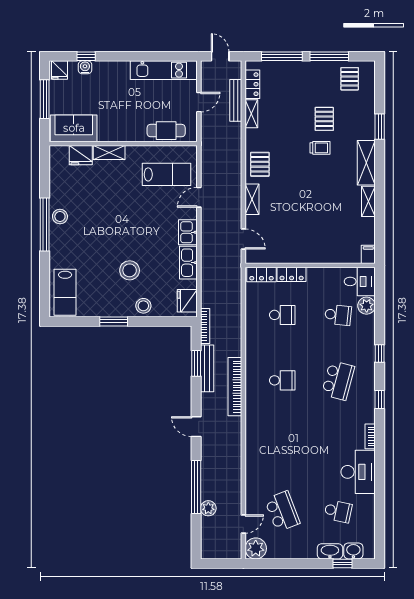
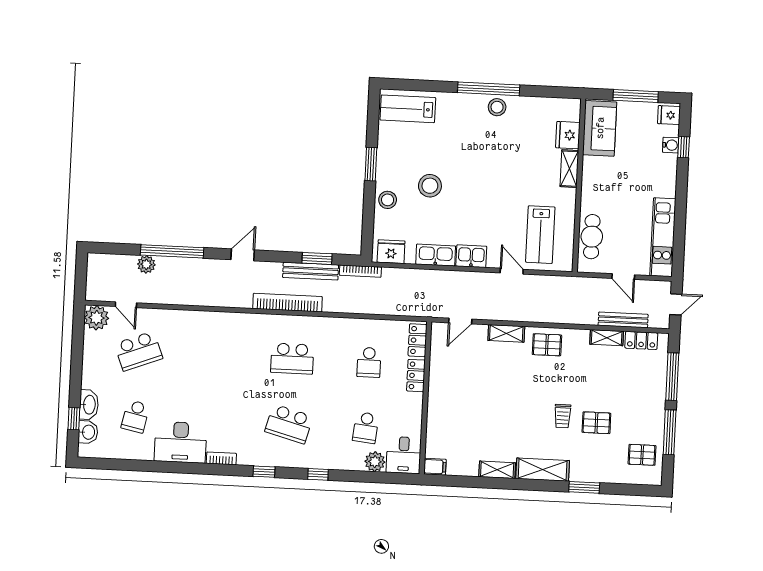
school desk: (282, 380) -> (292, 359), width x1.85

